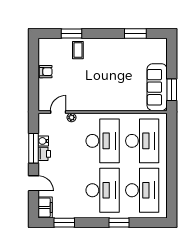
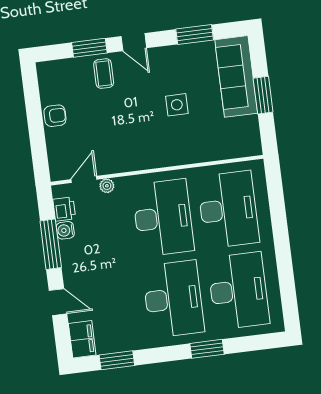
door: (98, 34) -> (134, 42), added
side table: (119, 74) -> (177, 105), added
sofa: (157, 87) -> (236, 76), moved
window: (172, 90) -> (263, 95), moved
printer: (44, 154) -> (64, 209), moved

